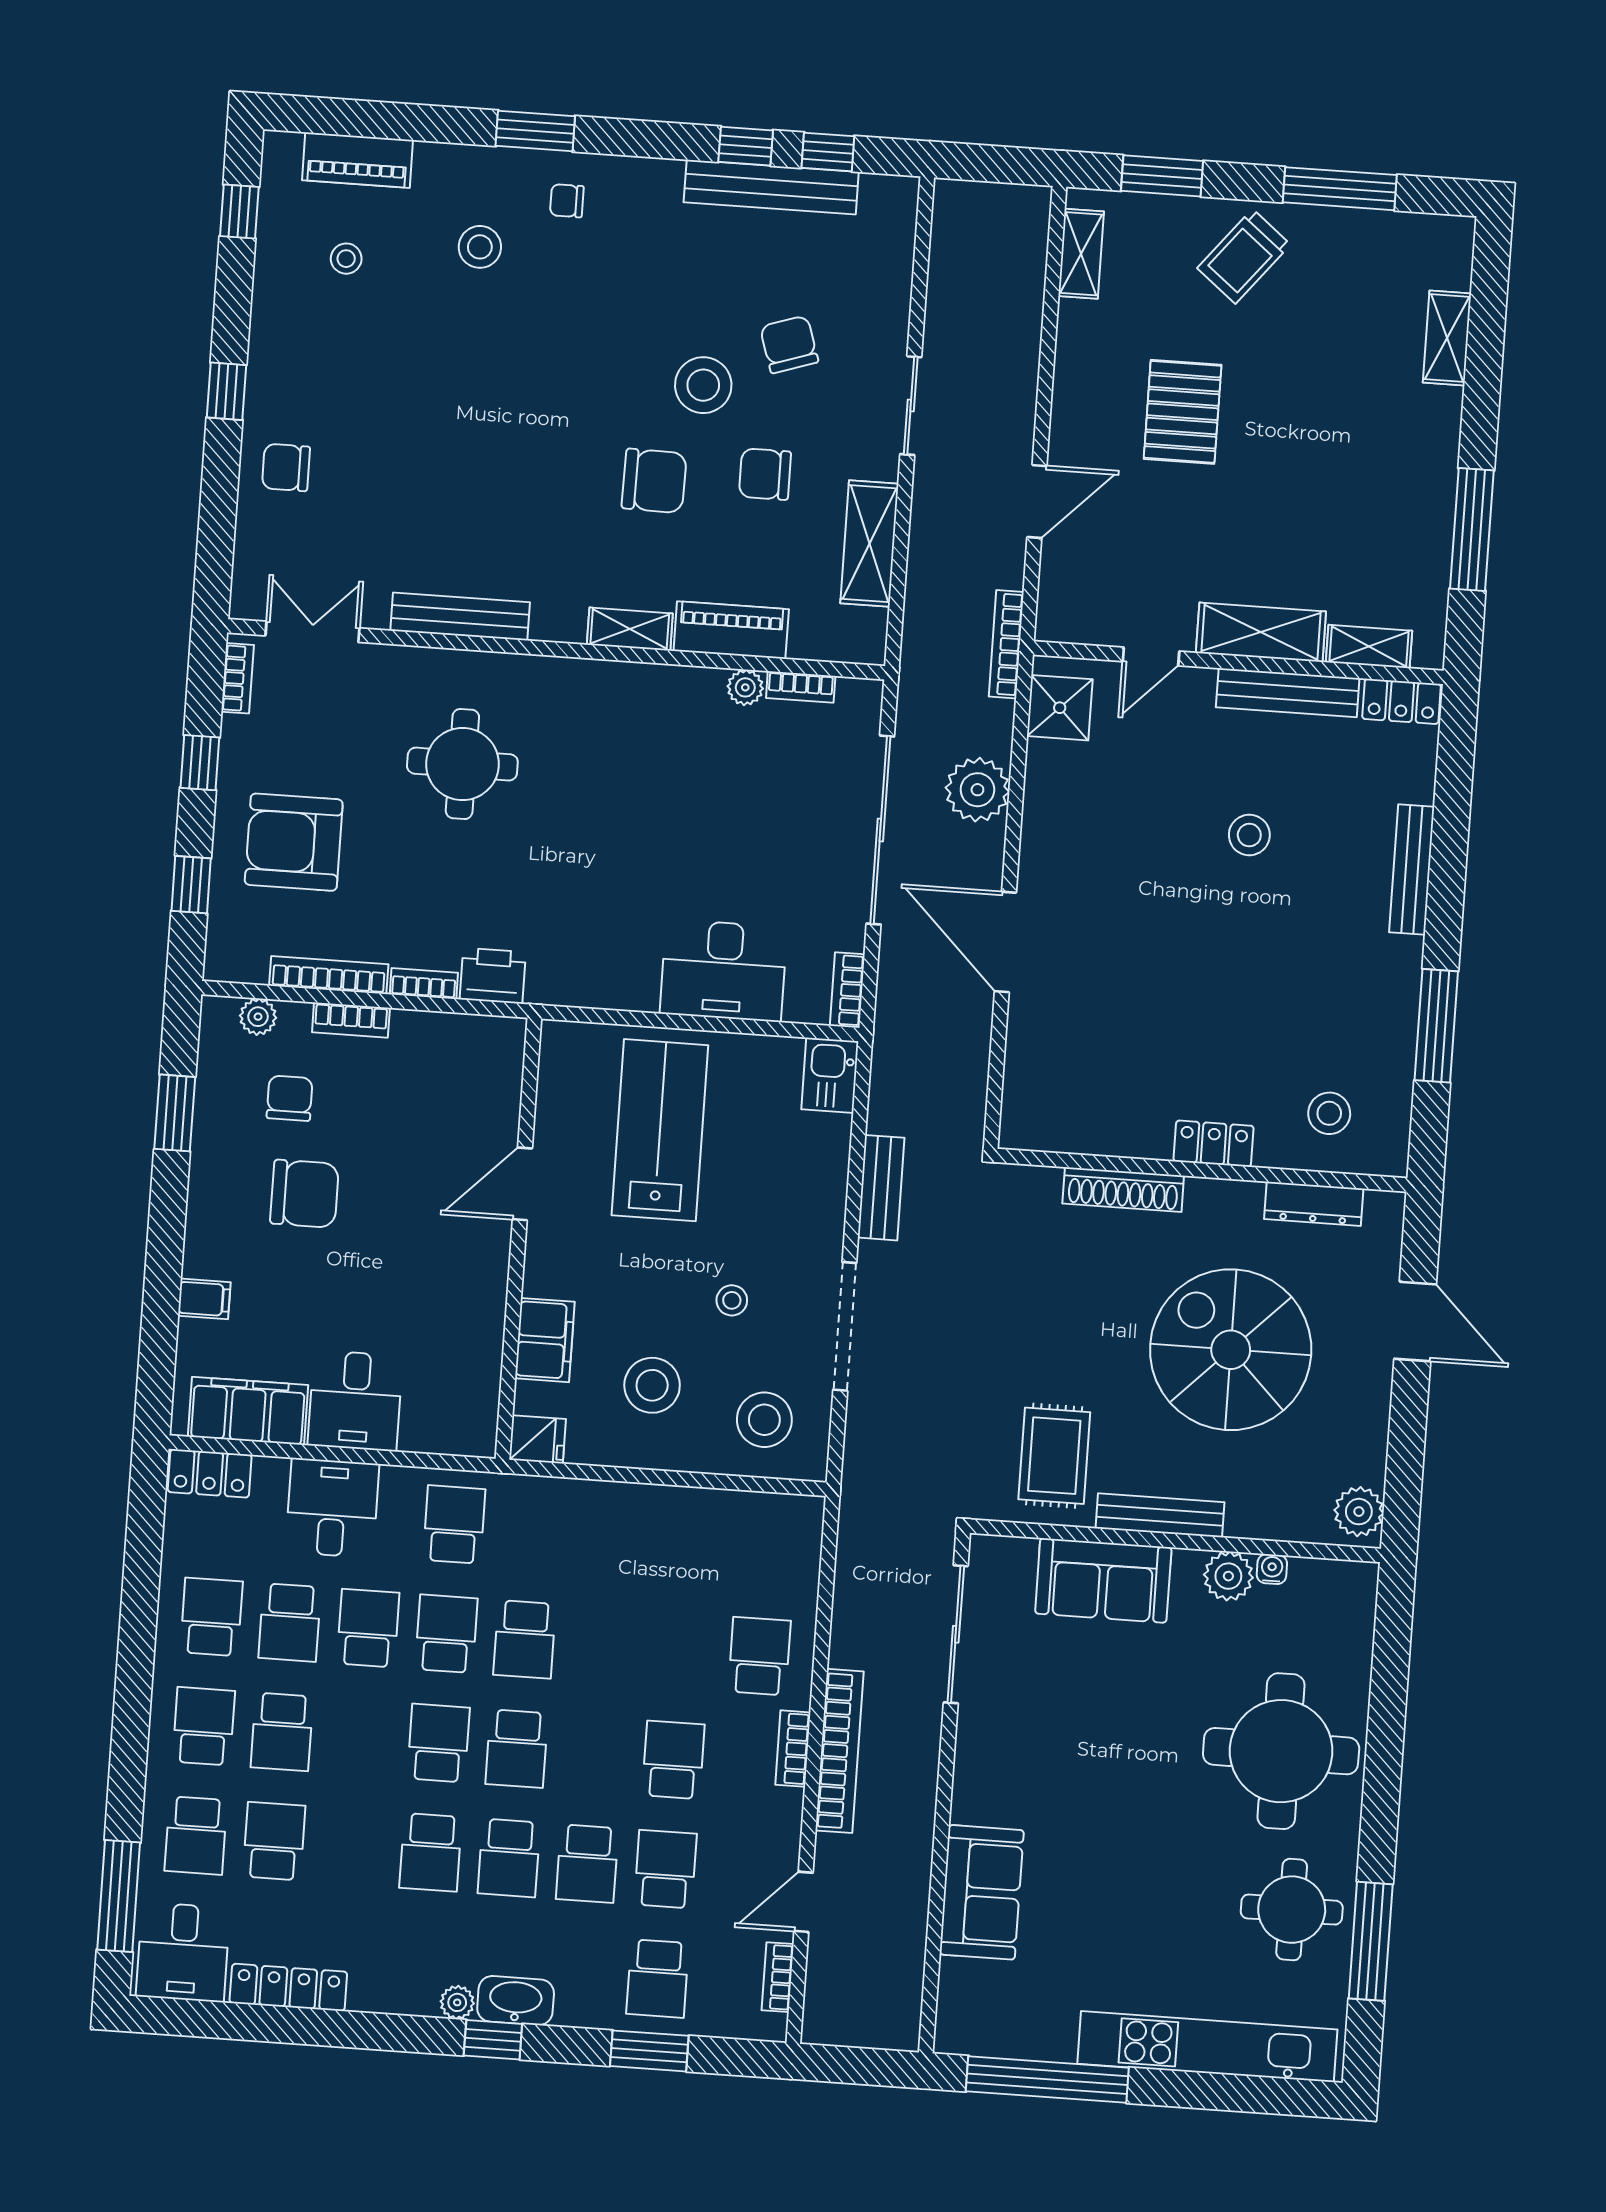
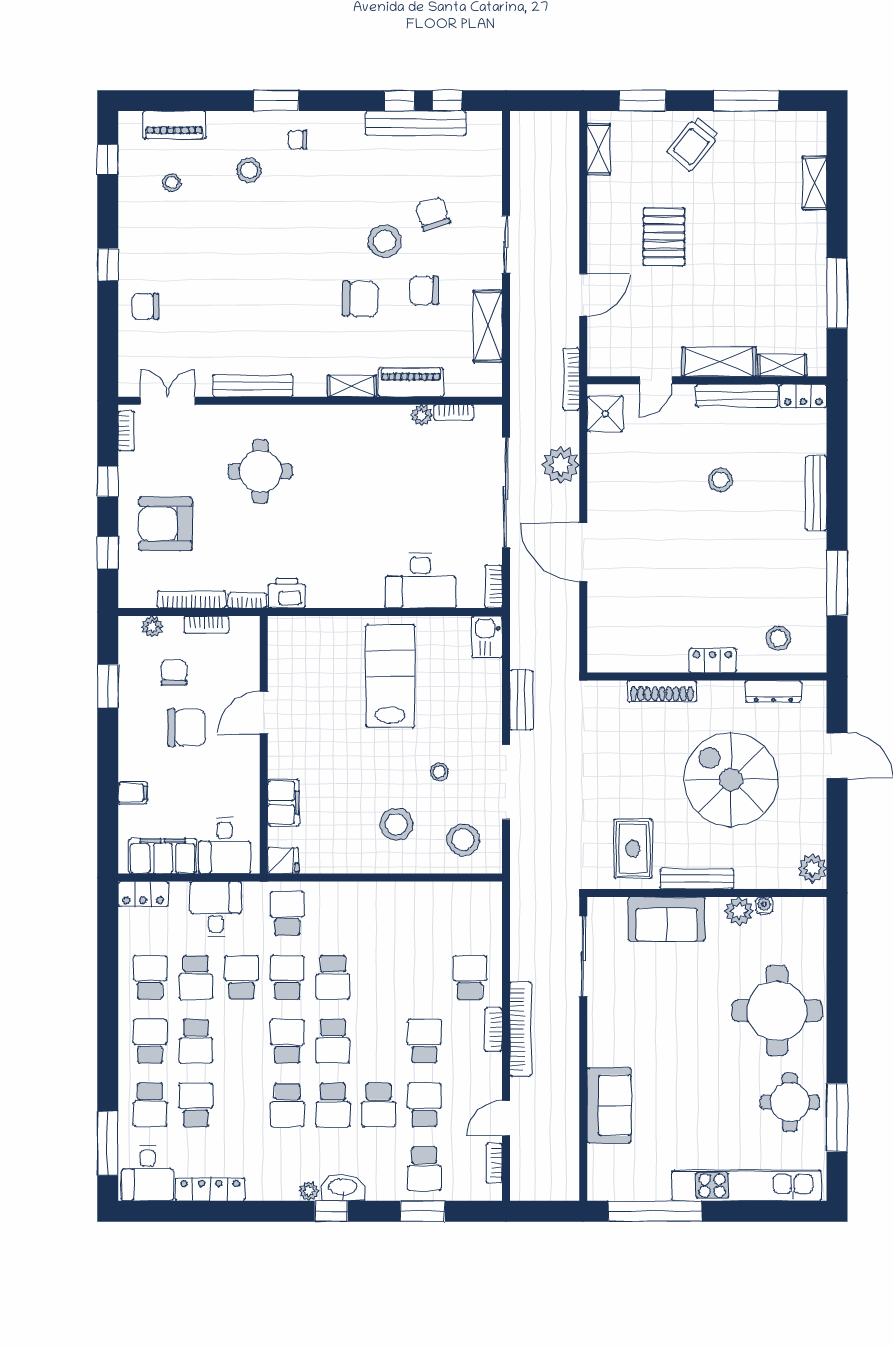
door: (522, 1184) -> (264, 713), moved
wall: (518, 1239) -> (264, 745), moved
filing cabinet: (545, 1340) -> (283, 803), moved
fridge: (537, 1439) -> (283, 861), moved

